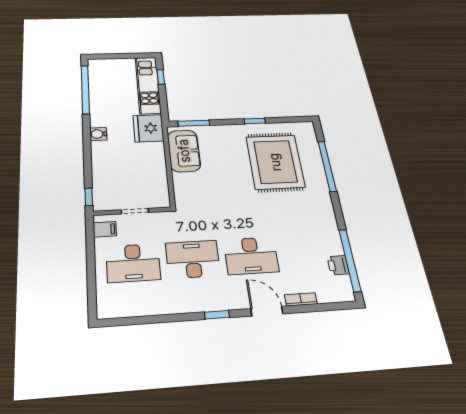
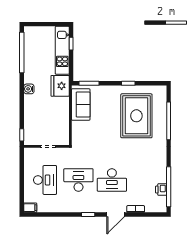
filing cabinet: (105, 229) -> (30, 208), moved
desk: (133, 263) -> (45, 180), turned -90
door: (267, 311) -> (116, 215), swing flipped

